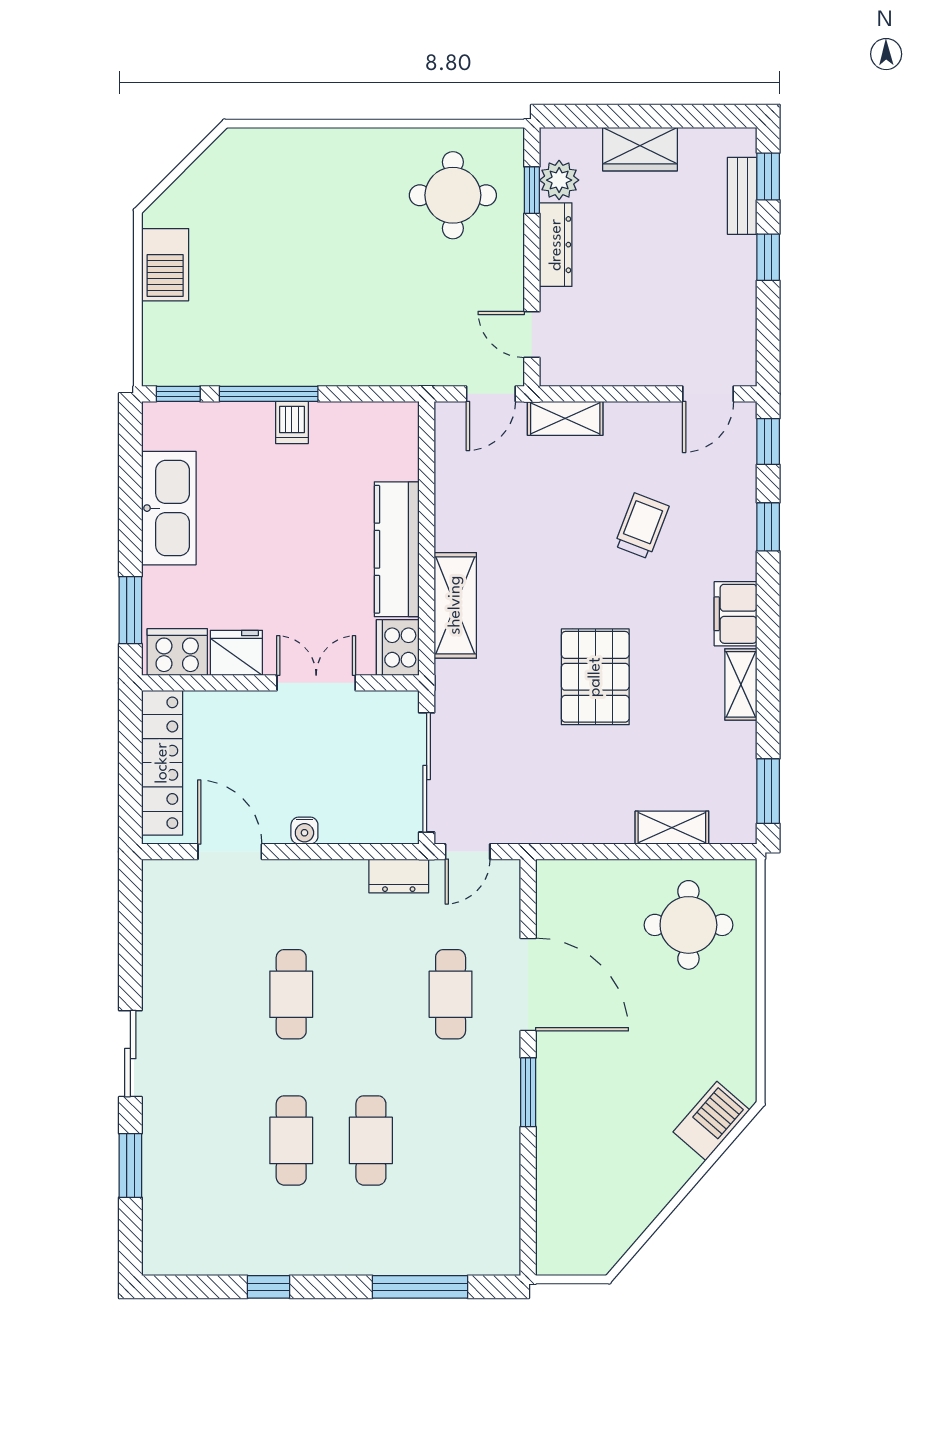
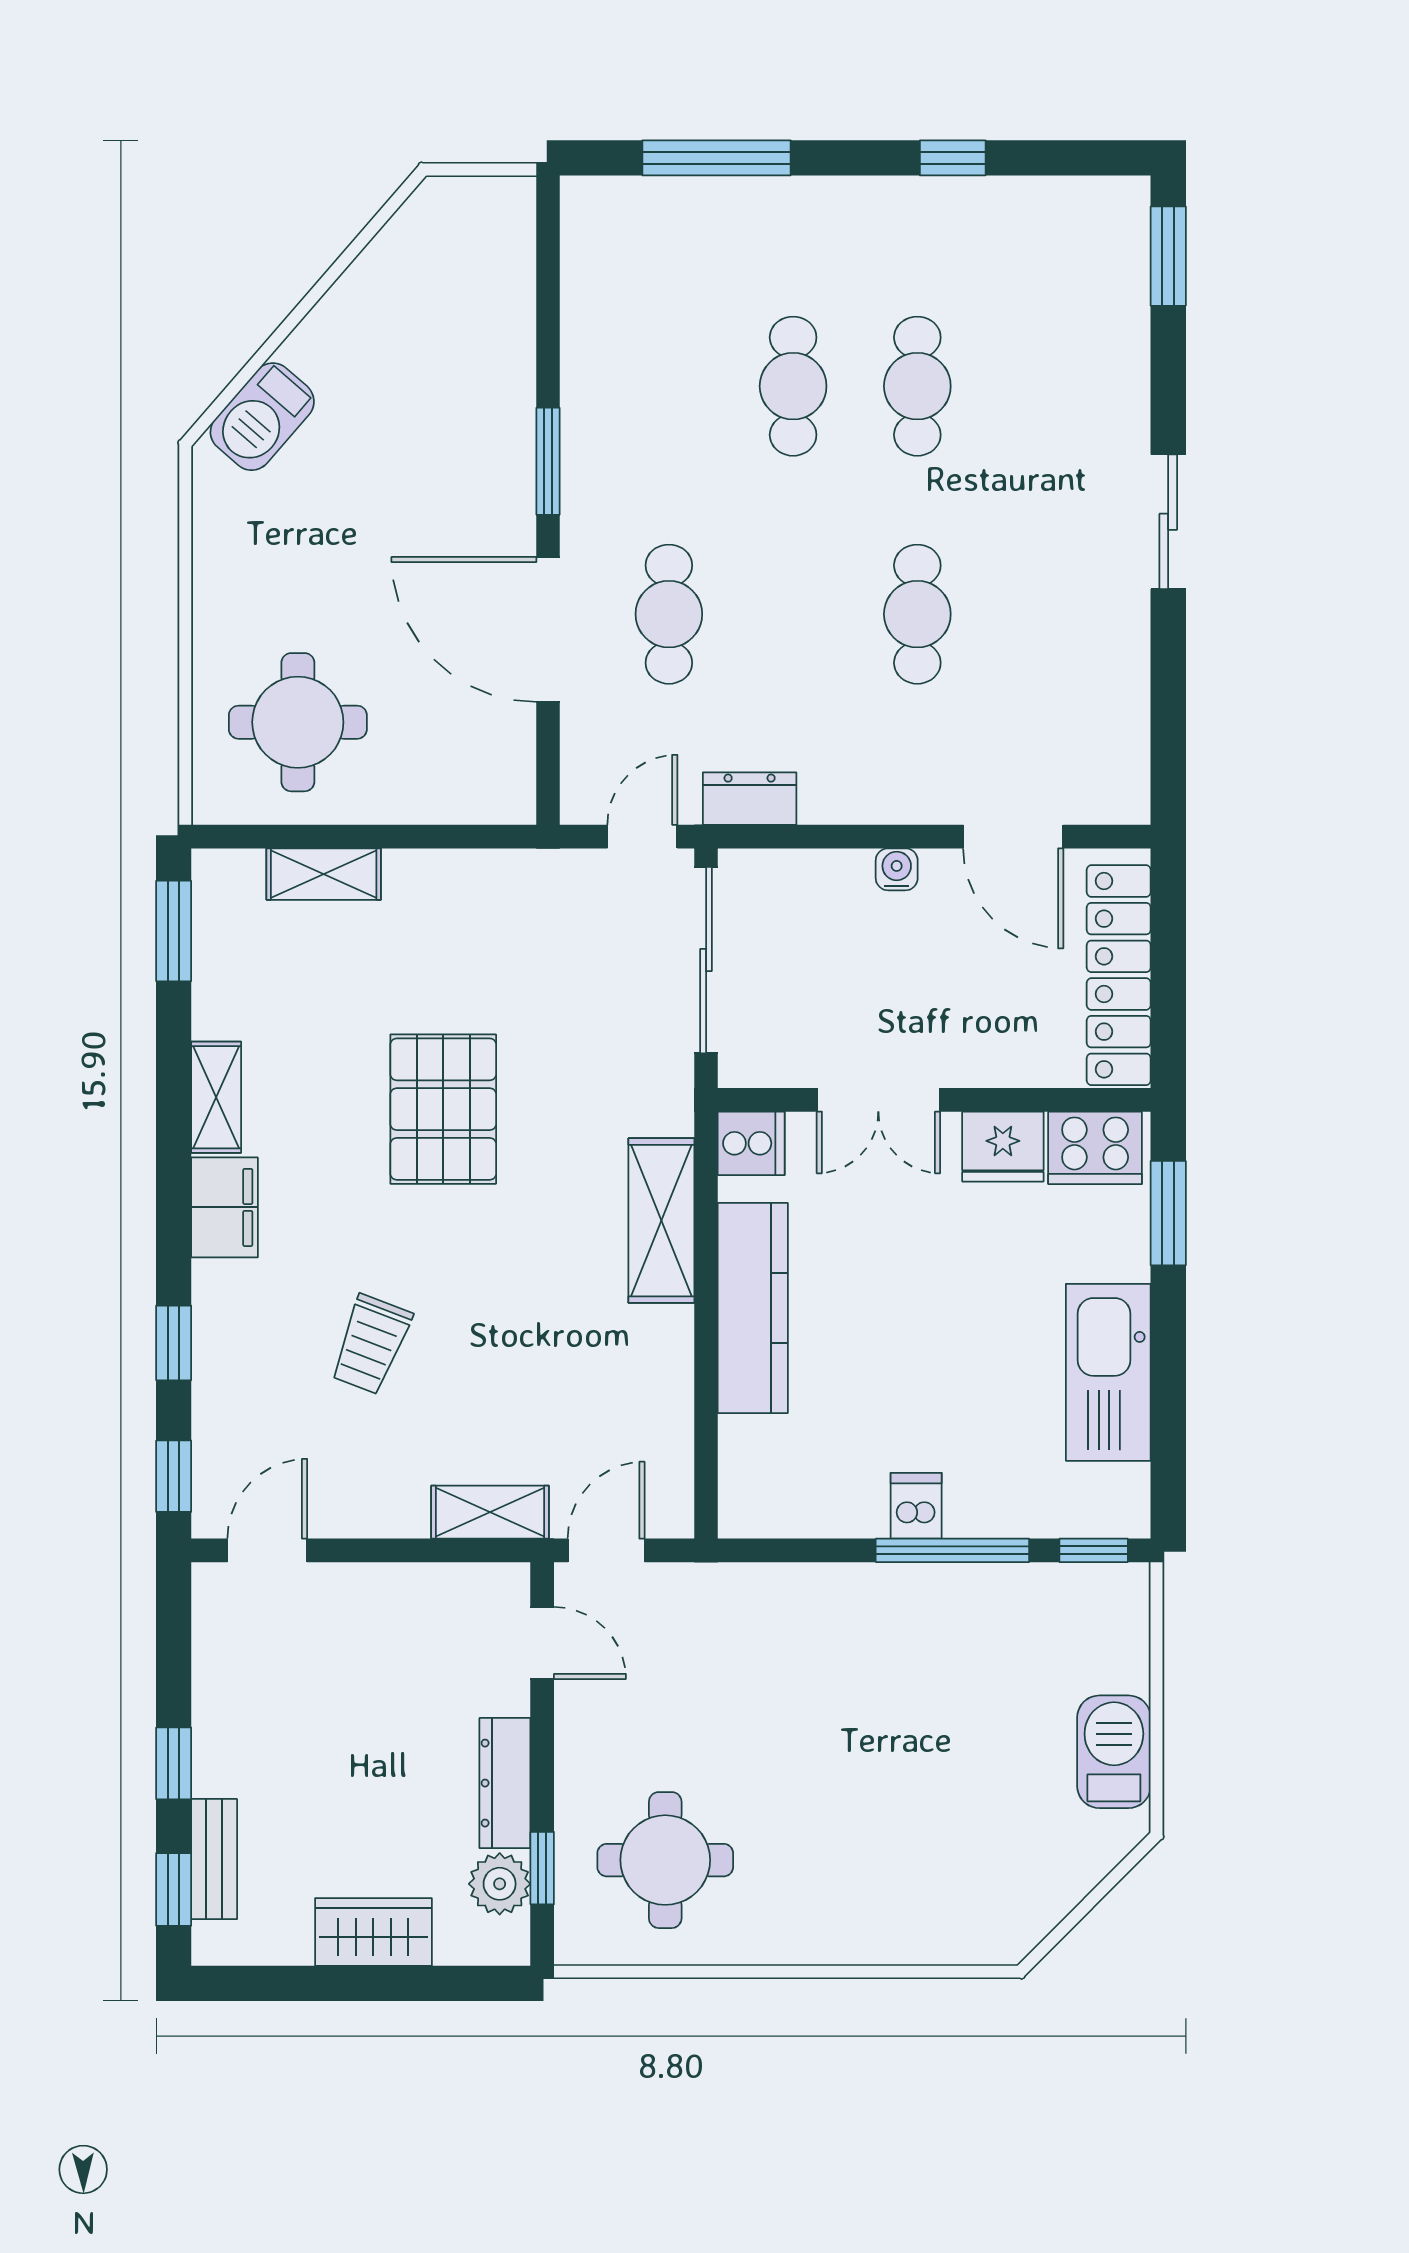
cooker: (398, 647) -> (751, 1143), width x0.73
window: (130, 1166) -> (1168, 256), moved

